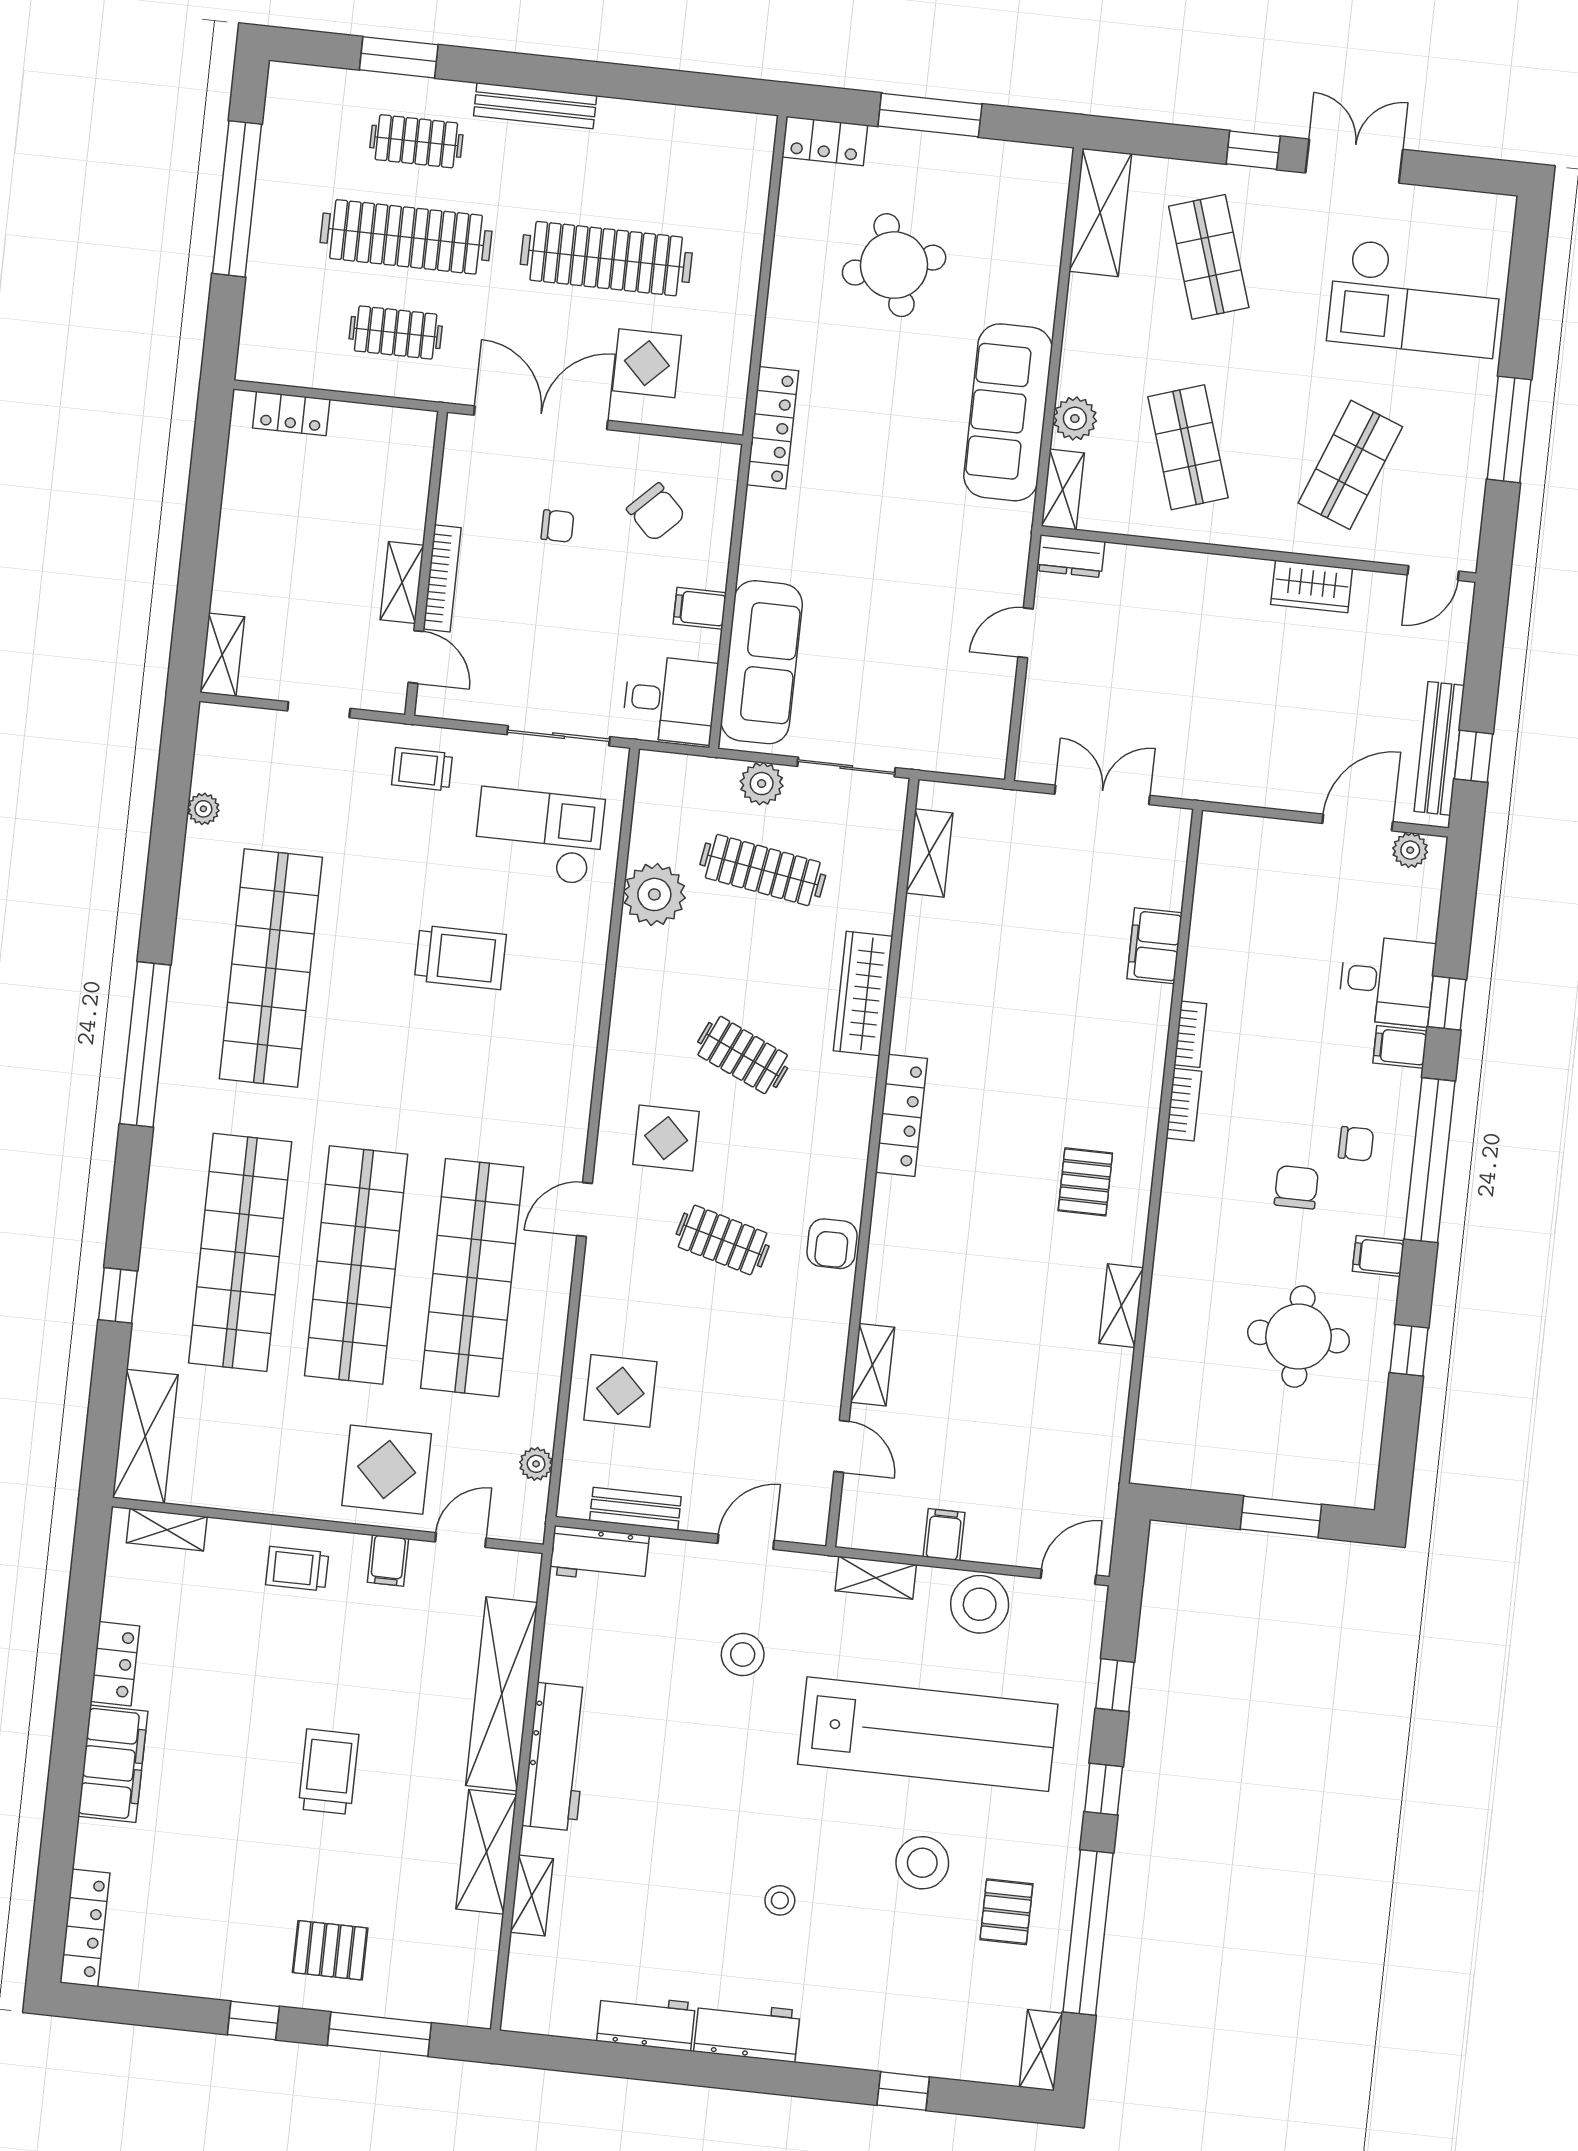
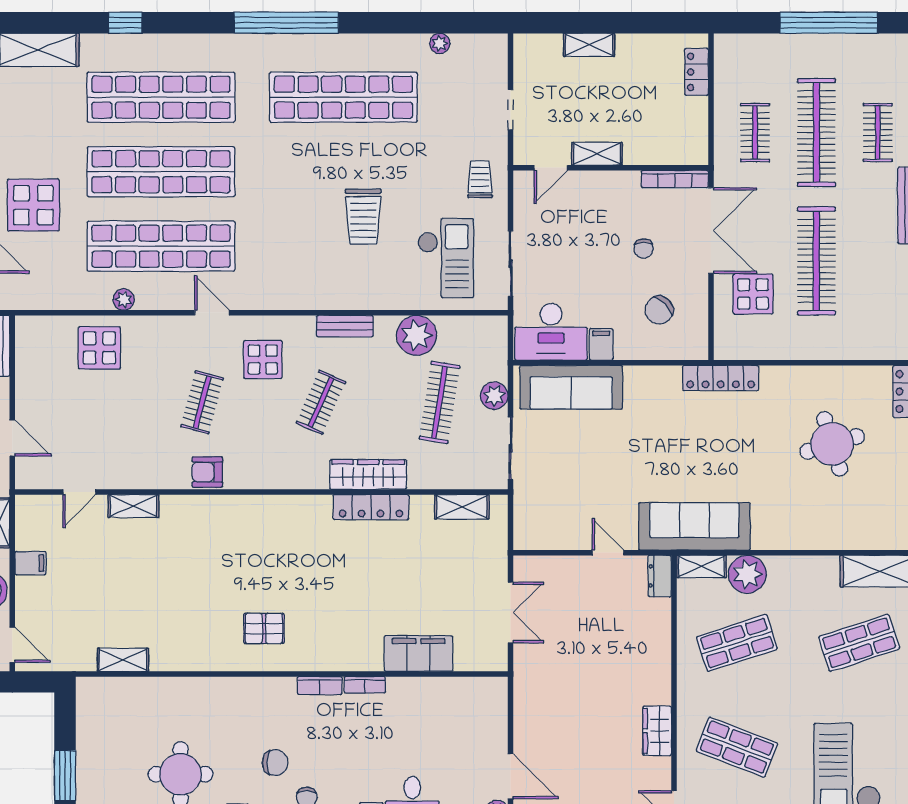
sofa: (1008, 412) -> (694, 526), moved
plant: (1075, 419) -> (747, 574), width x1.36, depth x1.36
bookcase: (442, 578) -> (675, 179), moved
shelving: (222, 655) -> (589, 45), moved
desk: (670, 700) -> (551, 332), width x1.37
filing cabinet: (1155, 946) -> (418, 654), width x1.50, depth x1.17
locker: (901, 1115) -> (371, 507), moved
shelving: (1121, 1306) -> (123, 660), moved
plant: (536, 1464) -> (124, 300), moved
bench: (635, 1509) -> (345, 326), moved, turned 90

